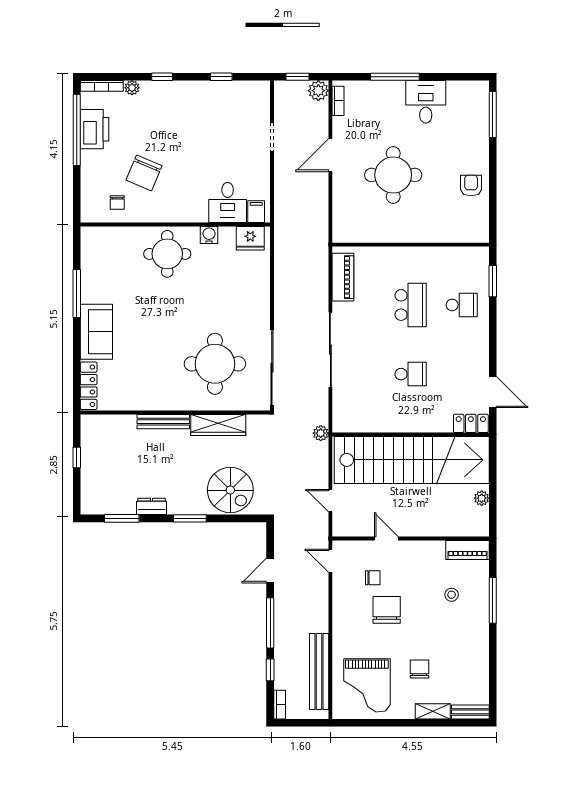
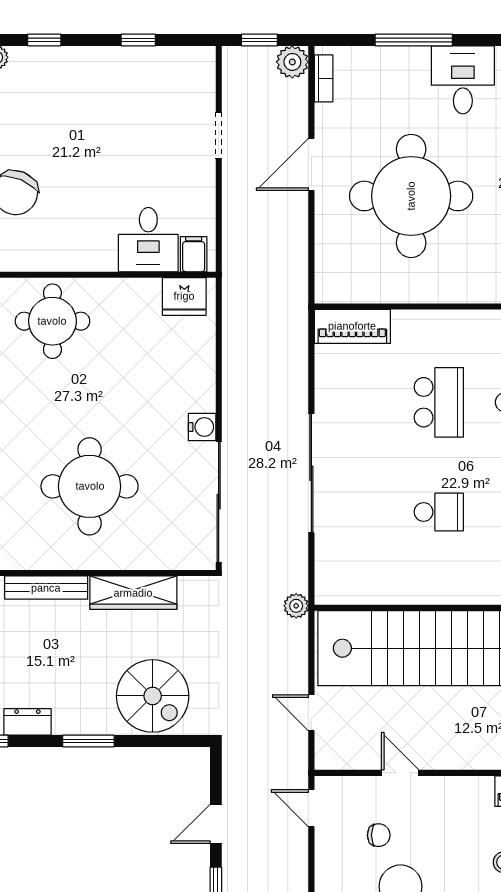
round table: (393, 175) -> (411, 196), width x1.36, depth x1.36
water cooler: (209, 235) -> (202, 427), moved, turned 90
piano: (343, 277) -> (352, 326), moved, turned 90
round table: (215, 364) -> (90, 486), moved

